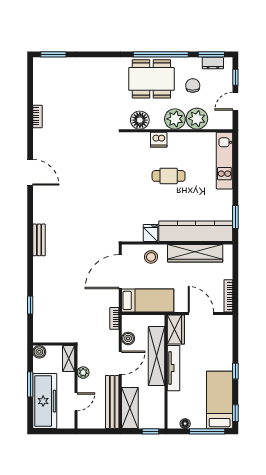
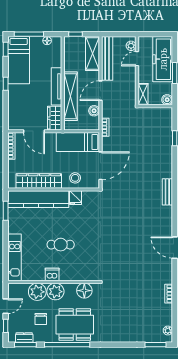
plant: (38, 72) -> (168, 331), added
dishwasher: (159, 140) -> (52, 274), moved
plant: (83, 373) -> (131, 46), moved

